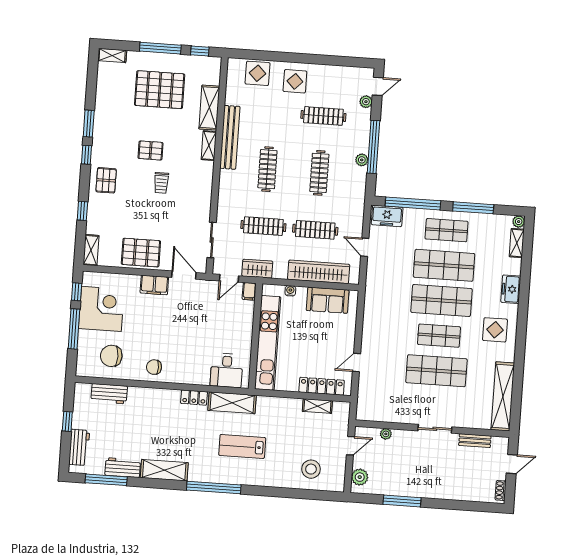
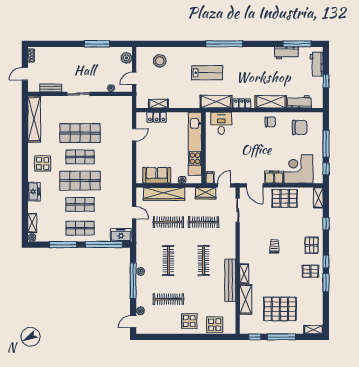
pallet: (151, 150) -> (310, 271), moved
shop shelf: (444, 265) -> (80, 204), width x0.70, depth x0.74
corner desk: (101, 309) -> (298, 169), moved, turned 90
locker: (322, 386) -> (157, 117), width x0.66
shelving: (164, 470) -> (271, 102), moved

